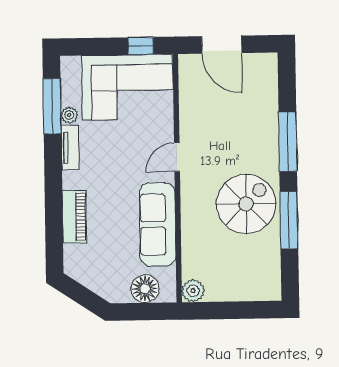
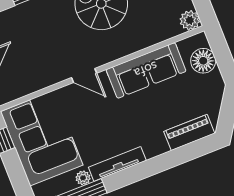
tv unit: (70, 148) -> (117, 164), width x1.41
piano: (74, 217) -> (189, 132), moved

